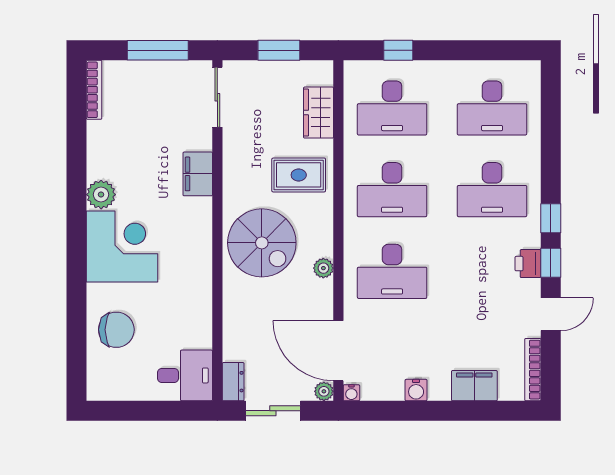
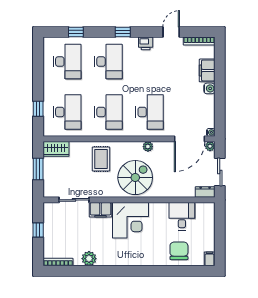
window: (158, 50) -> (38, 230), width x0.46
sliding door: (217, 97) -> (74, 200), moved
wardrobe: (319, 113) -> (56, 149), moved
plant: (101, 195) -> (89, 259), moved
corner desk: (122, 247) -> (130, 220), moved, turned 180
window: (551, 263) -> (76, 32), moved
door: (551, 314) -> (171, 32), hinge flipped
desk: (185, 375) -> (182, 216), moved
filing cabinet: (100, 390) -> (210, 259), added
water cooler: (416, 390) -> (209, 88), moved

